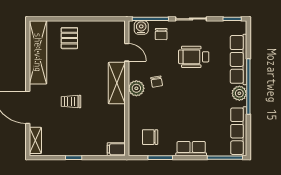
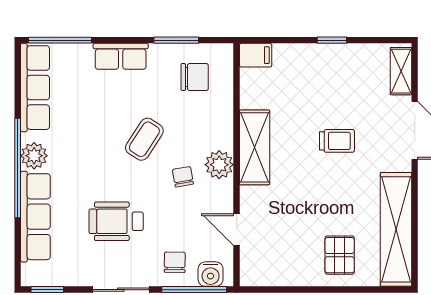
wheelchair: (194, 57) -> (116, 221), turned 180
shelving: (117, 83) -> (255, 147), moved
coffee table: (178, 102) -> (144, 139), added

